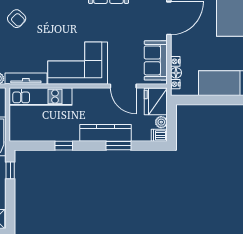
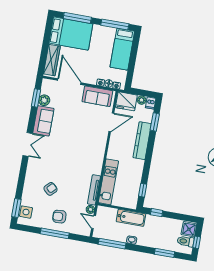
corner sofa: (78, 63) -> (89, 151), removed
window: (64, 146) -> (143, 190), moved
window: (118, 146) -> (155, 122), moved

